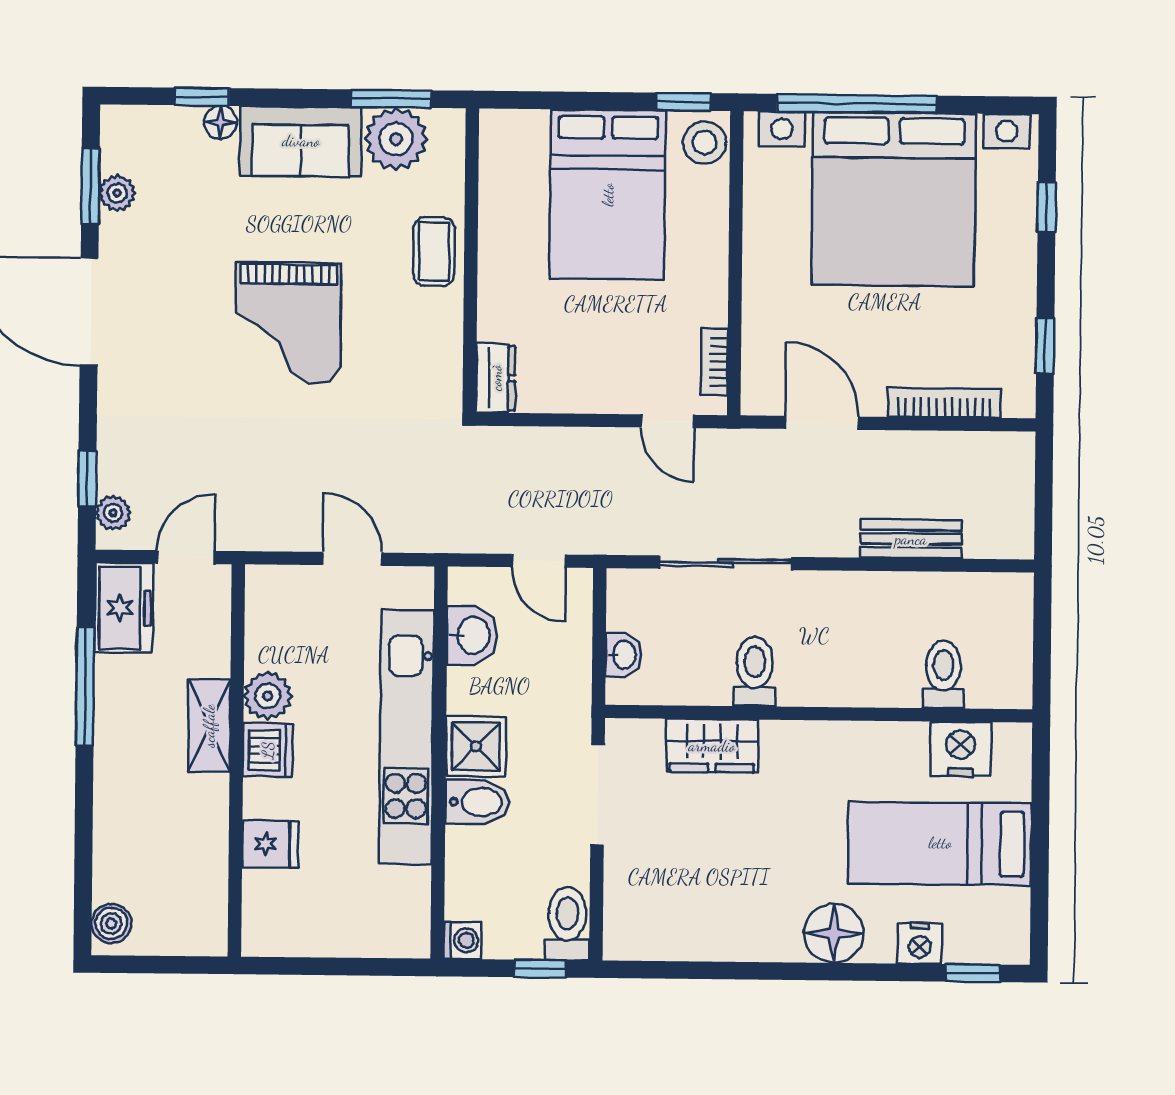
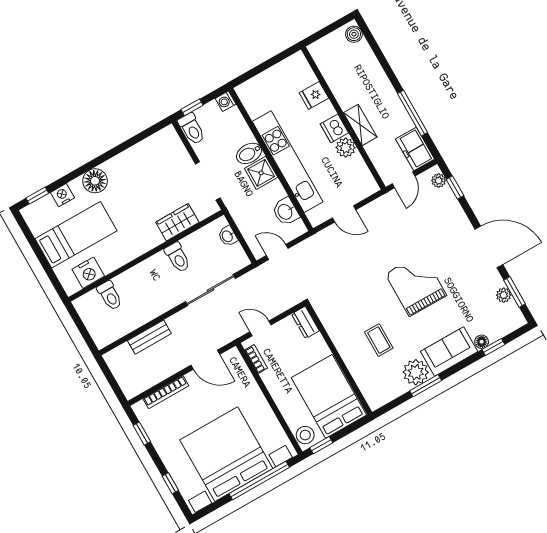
wall: (471, 260) -> (339, 359), moved
dresser: (496, 378) -> (305, 322), moved

